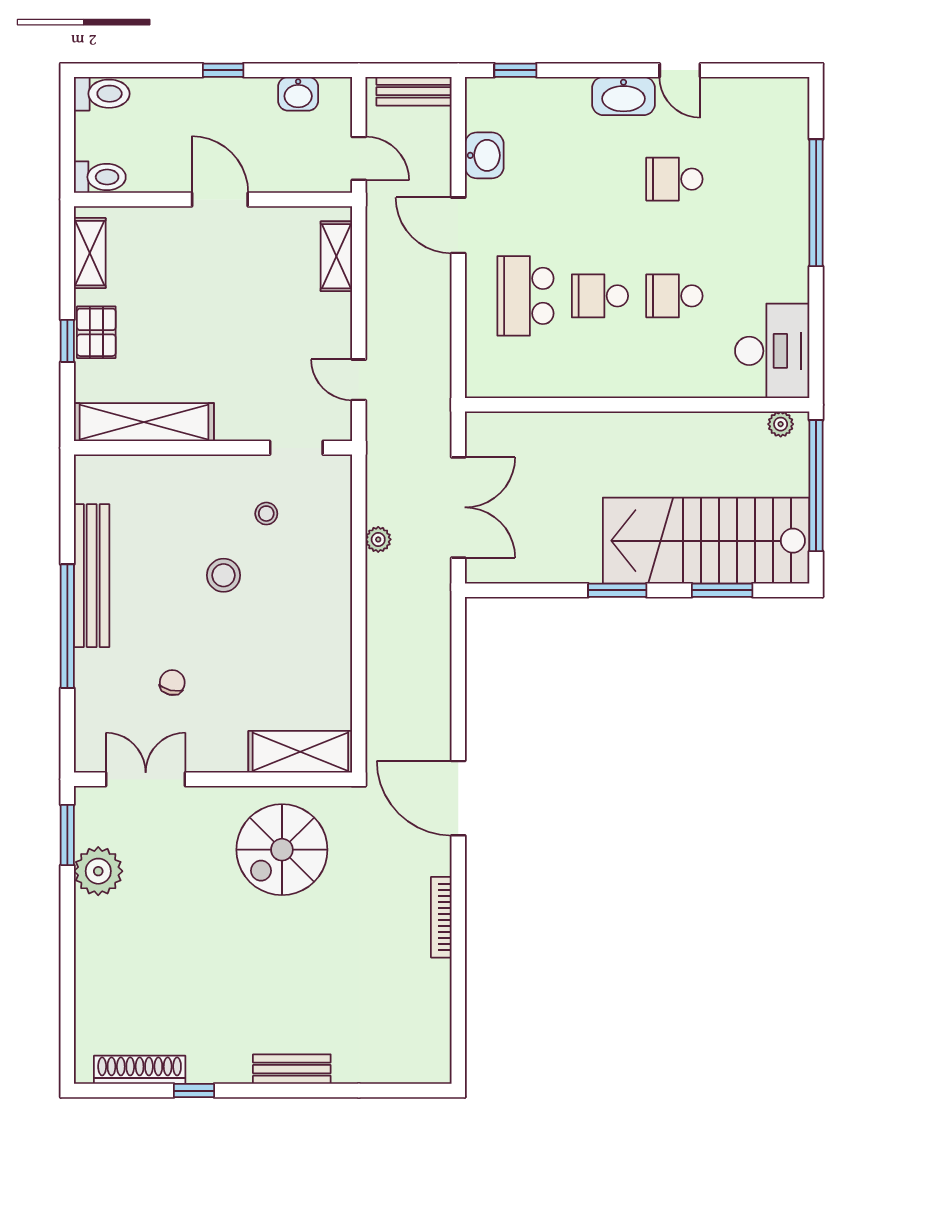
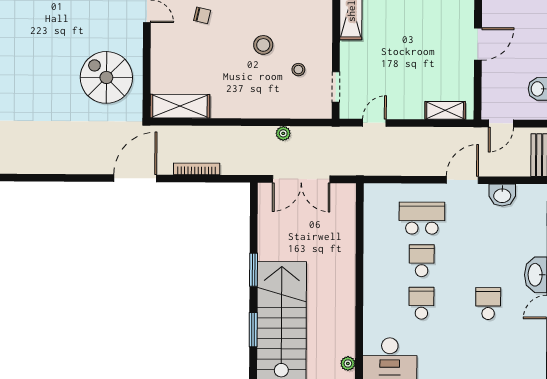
shelving: (300, 752) -> (180, 106), moved, turned 90
bookcase: (441, 917) -> (197, 169), moved

